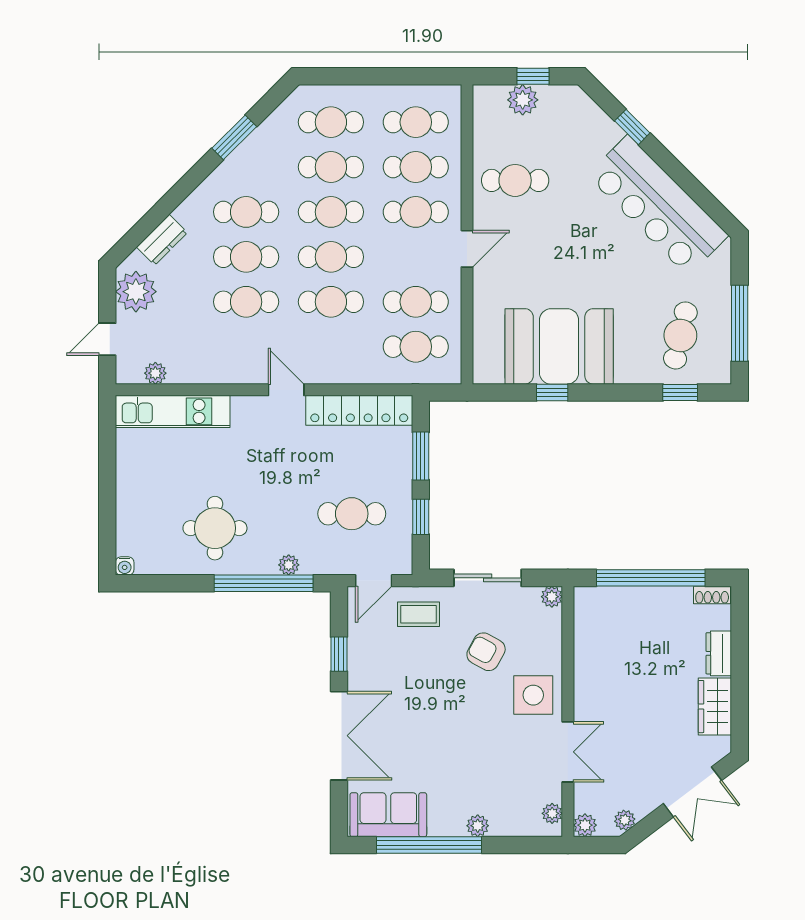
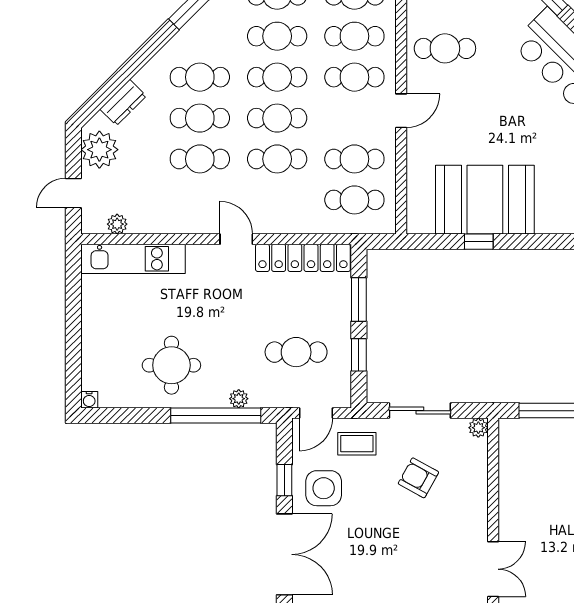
side table: (533, 695) -> (324, 488), moved

